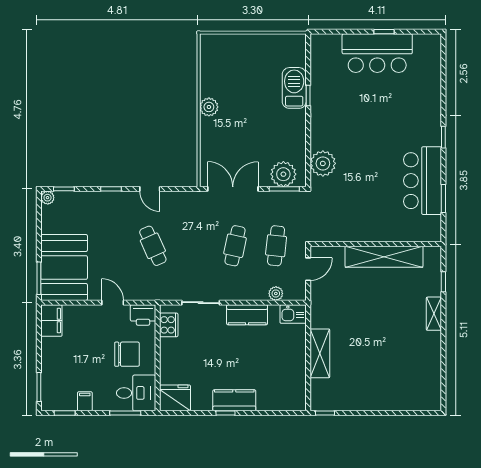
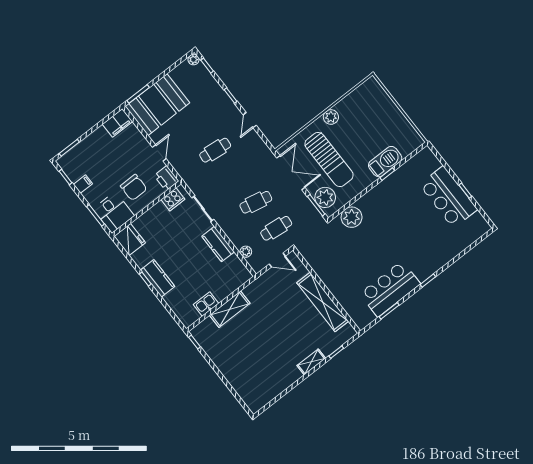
sun lounger: (249, 141) -> (329, 159), added
cafe table: (153, 246) -> (215, 150), turned 30
kitchen sink: (293, 314) -> (206, 304), moved, turned 90

